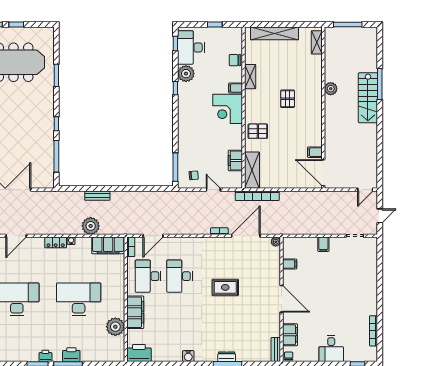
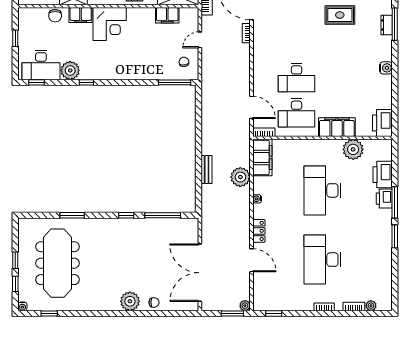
filing cabinet: (236, 88) -> (81, 15), width x2.00
locker: (56, 242) -> (259, 231), moved
rug: (225, 287) -> (340, 15), moved, turned 90
printer: (45, 356) -> (383, 175), moved, width x1.87, depth x1.48

